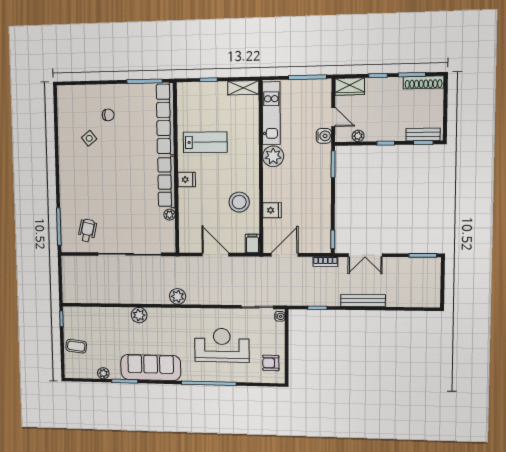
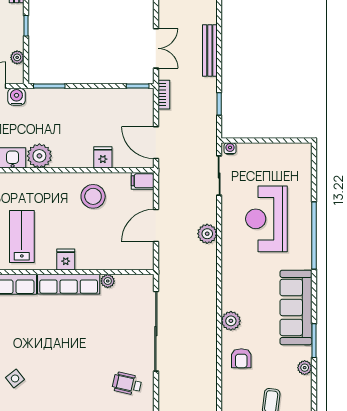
plant: (178, 296) -> (207, 234), moved
armchair: (271, 363) -> (241, 358), moved

